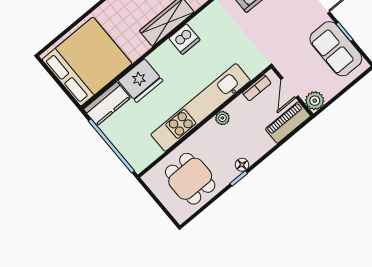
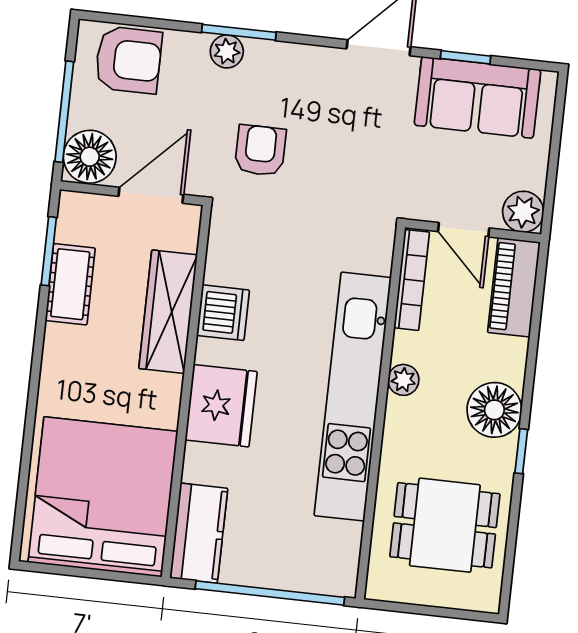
fridge: (140, 81) -> (221, 406), moved
bookcase: (257, 88) -> (412, 280), width x1.56
floor lamp: (242, 165) -> (494, 410), width x1.89, depth x1.89

